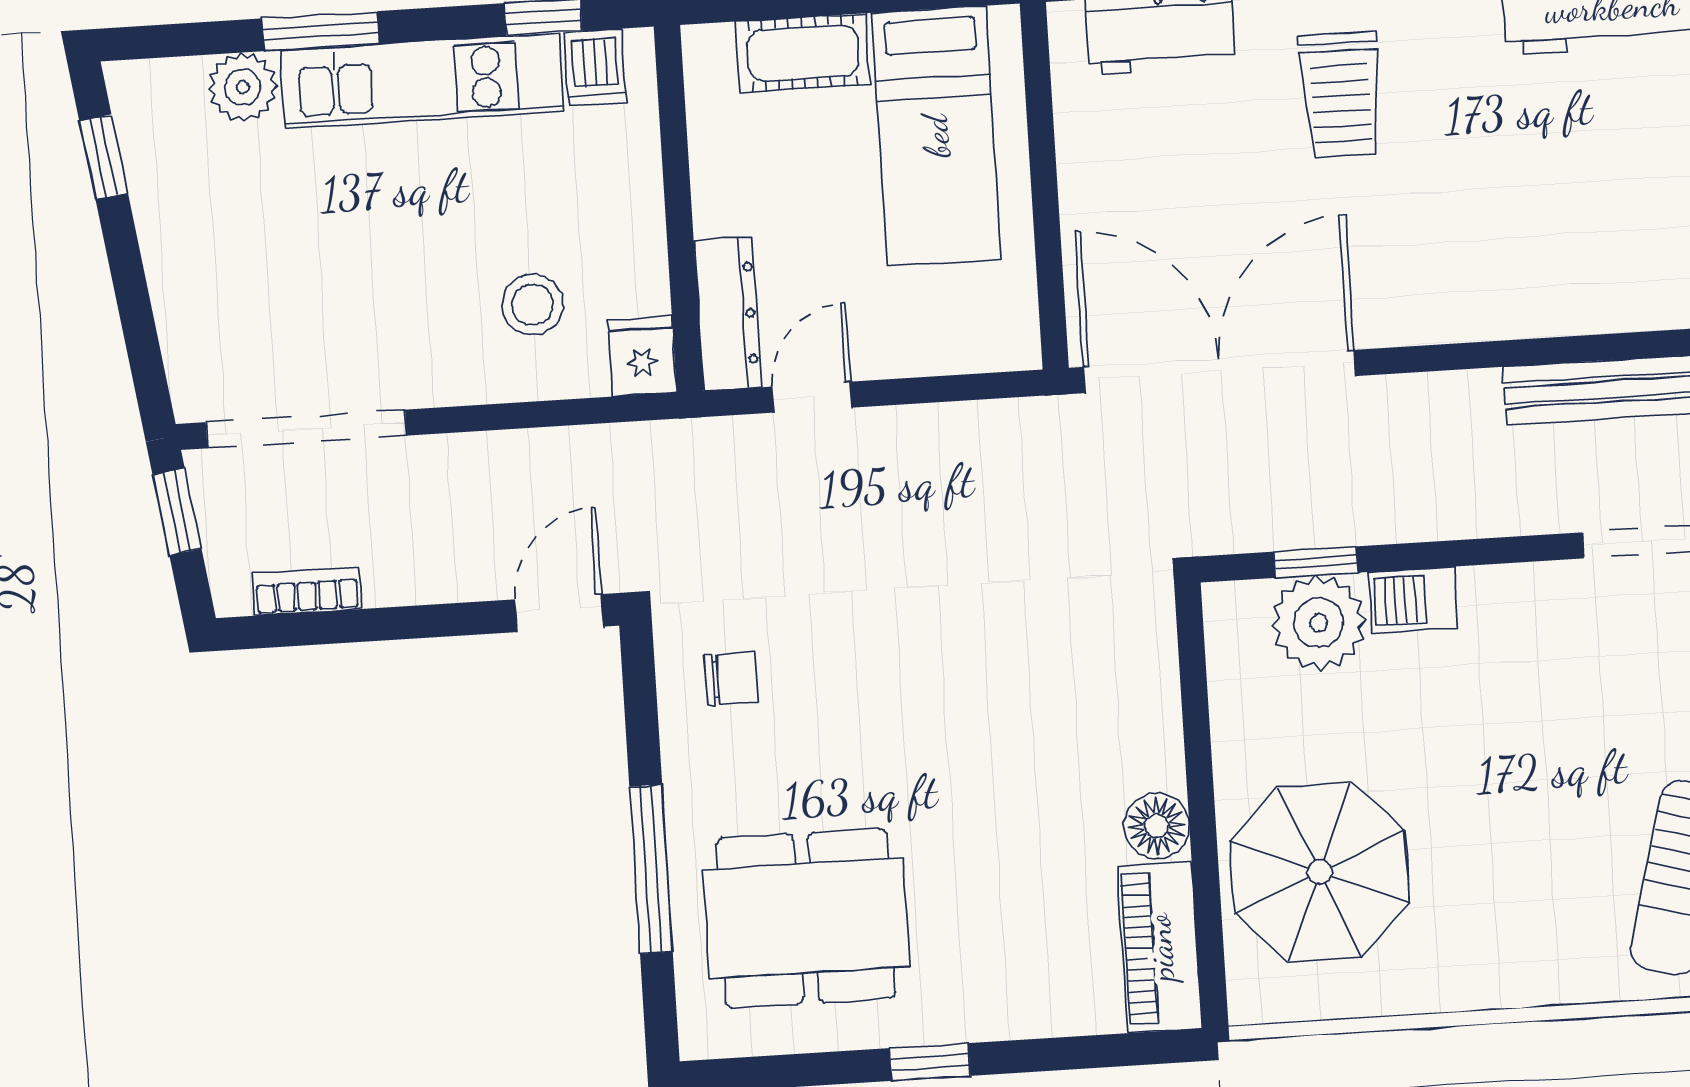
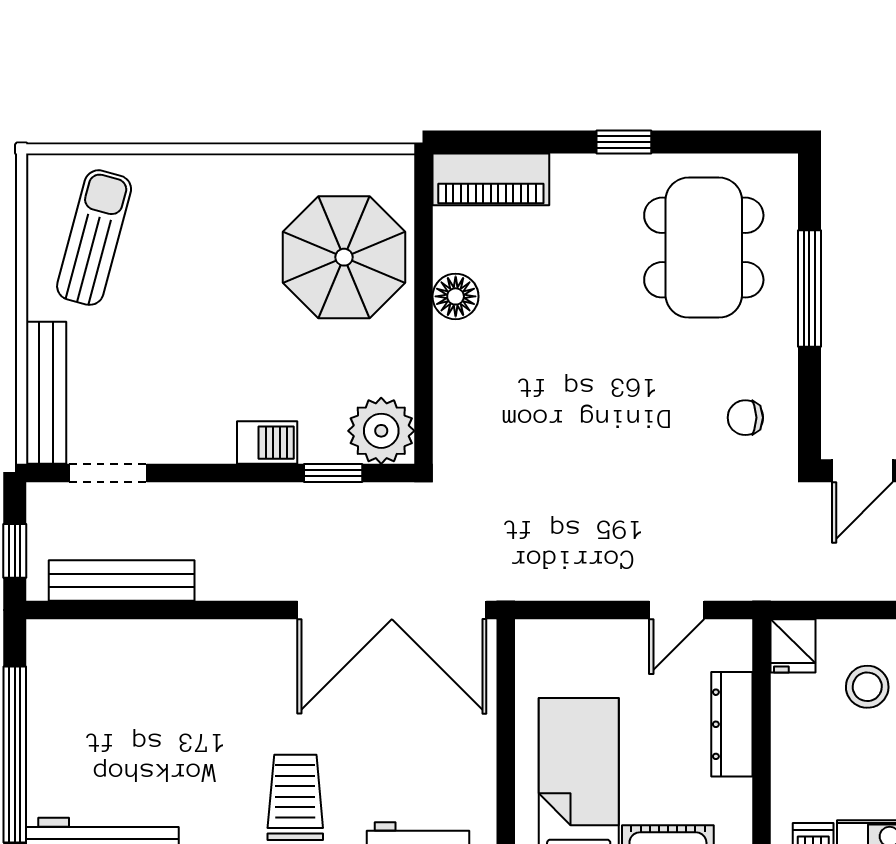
dresser: (728, 314) -> (732, 724), moved
plant: (1318, 623) -> (381, 431), moved
dining table: (806, 918) -> (704, 248), turned 90
piano: (1160, 947) -> (491, 179), moved, turned 90

